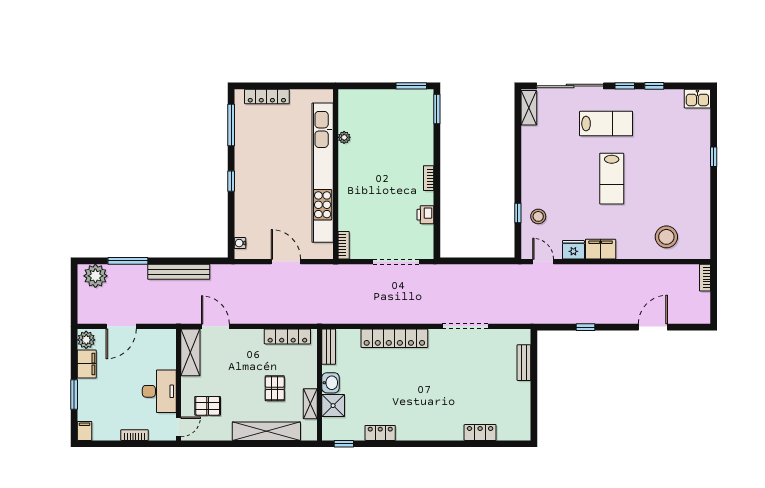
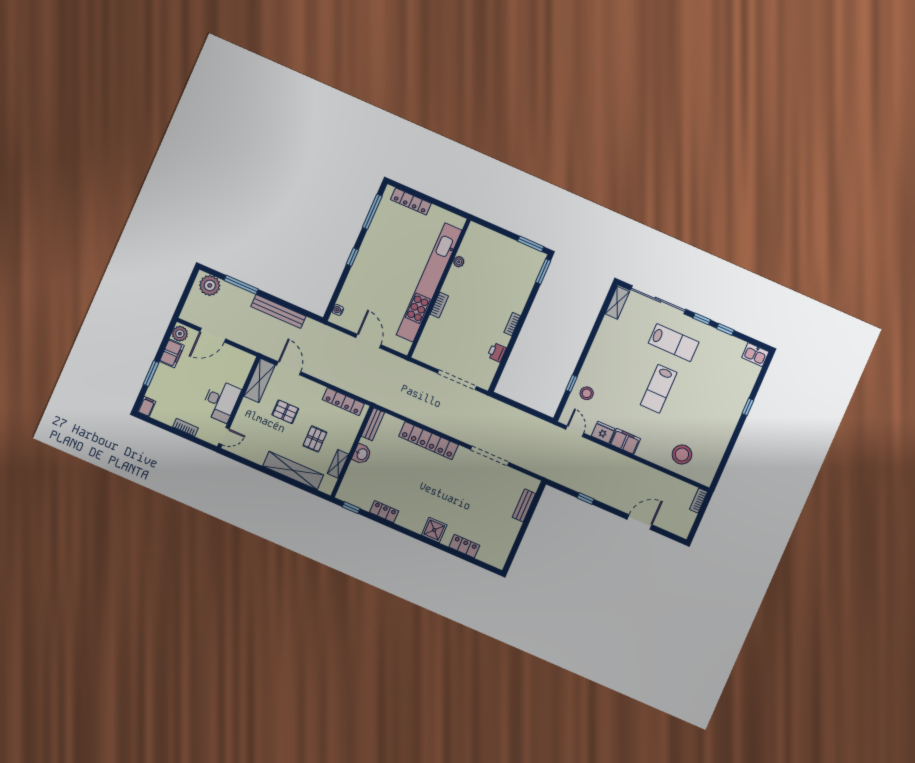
bookcase: (344, 245) -> (439, 305), moved
pallet: (208, 406) -> (285, 412), moved
shower: (333, 406) -> (434, 530), moved

